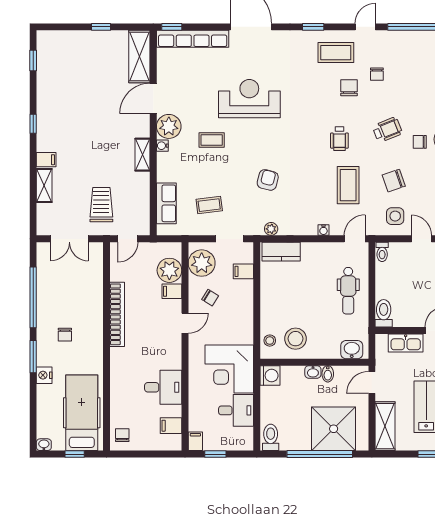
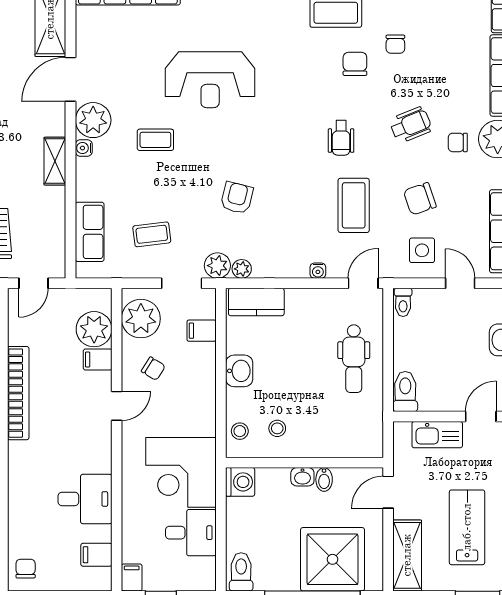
reception desk: (249, 99) -> (210, 80), turned 180
plant: (254, 227) -> (217, 266), added
stool: (296, 339) -> (277, 428), width x0.53, depth x0.53
washbasin: (352, 350) -> (239, 371), moved, turned 90

